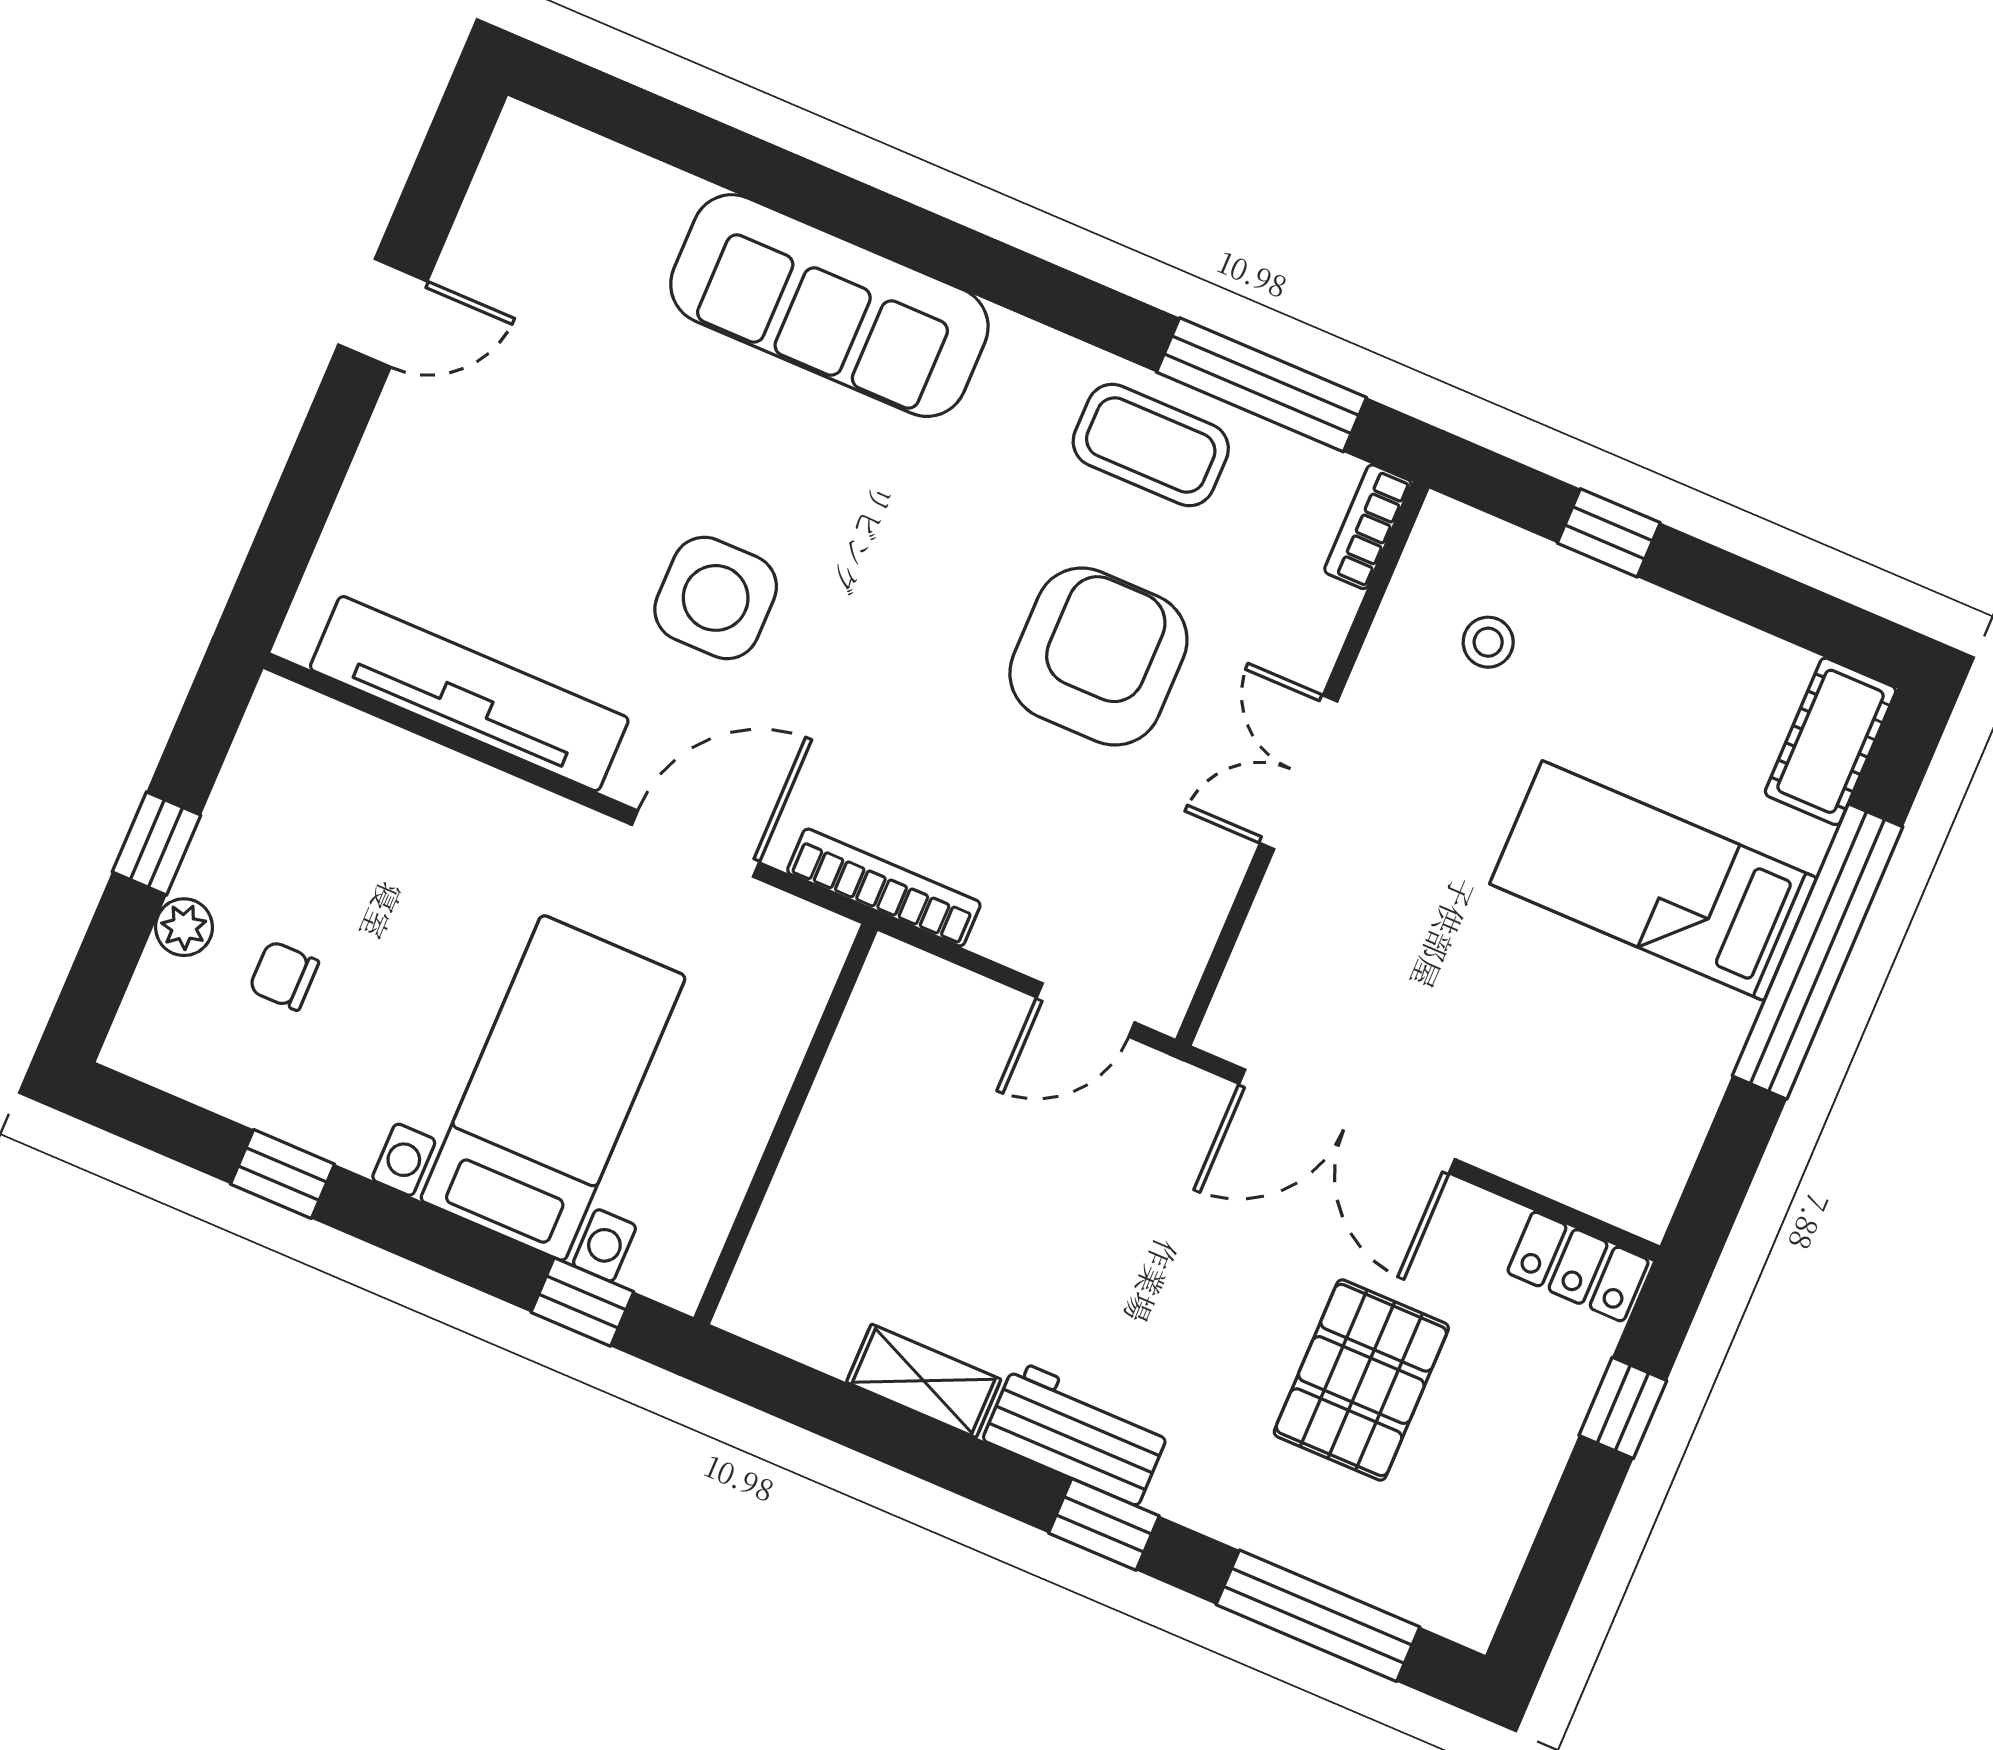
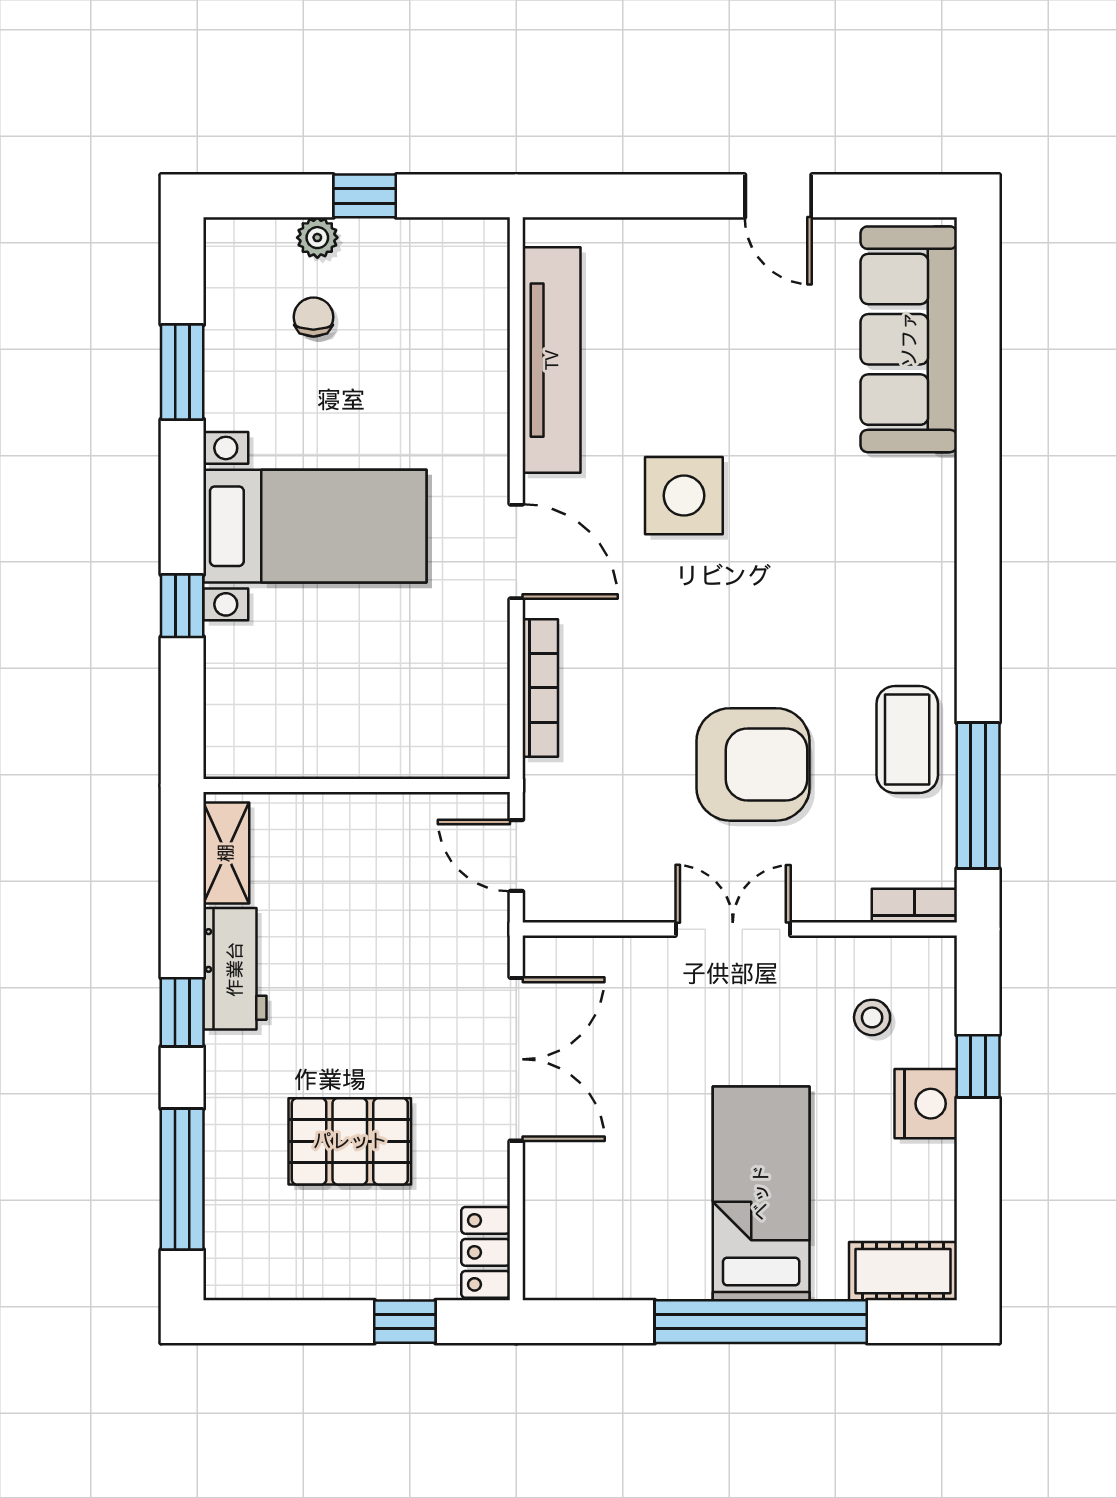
sofa: (829, 306) -> (909, 339), moved
nightstand: (1628, 621) -> (926, 1104), added
double door: (1347, 1121) -> (516, 1059), swing flipped
wall: (785, 1124) -> (357, 785), moved
window: (282, 1174) -> (182, 372), width x1.50

